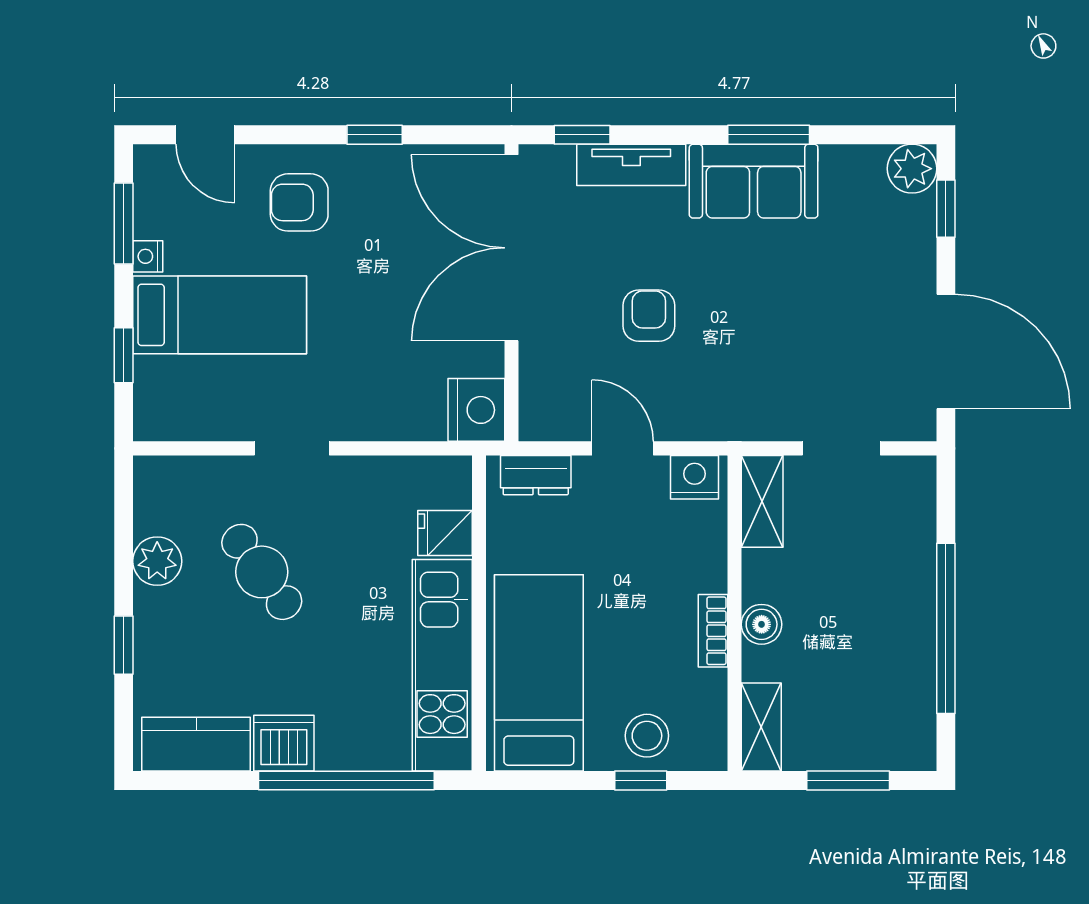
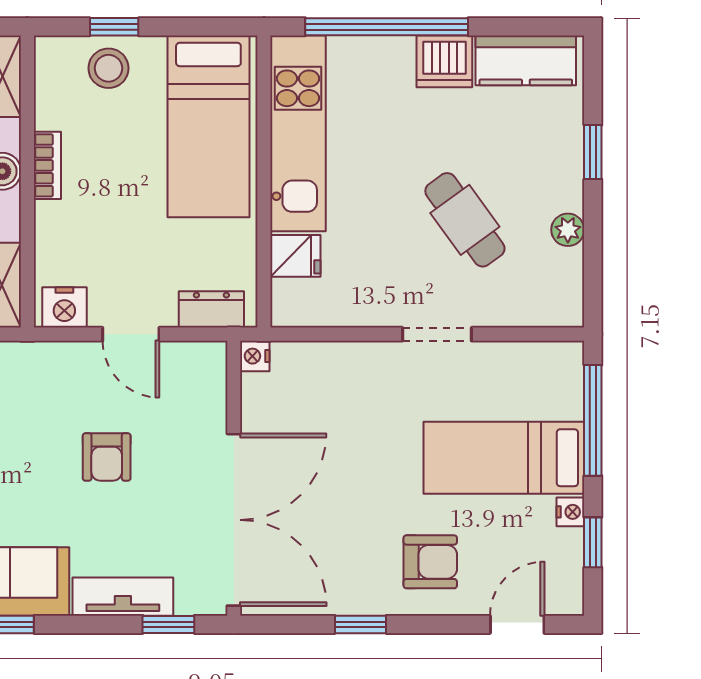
door: (205, 135) -> (517, 624), hinge flipped
window: (124, 223) -> (593, 542), width x0.67
window: (124, 355) -> (593, 420), width x2.17
nightstand: (476, 410) -> (255, 356), width x0.53, depth x0.56
plant: (157, 561) -> (568, 230), width x0.73, depth x0.73

